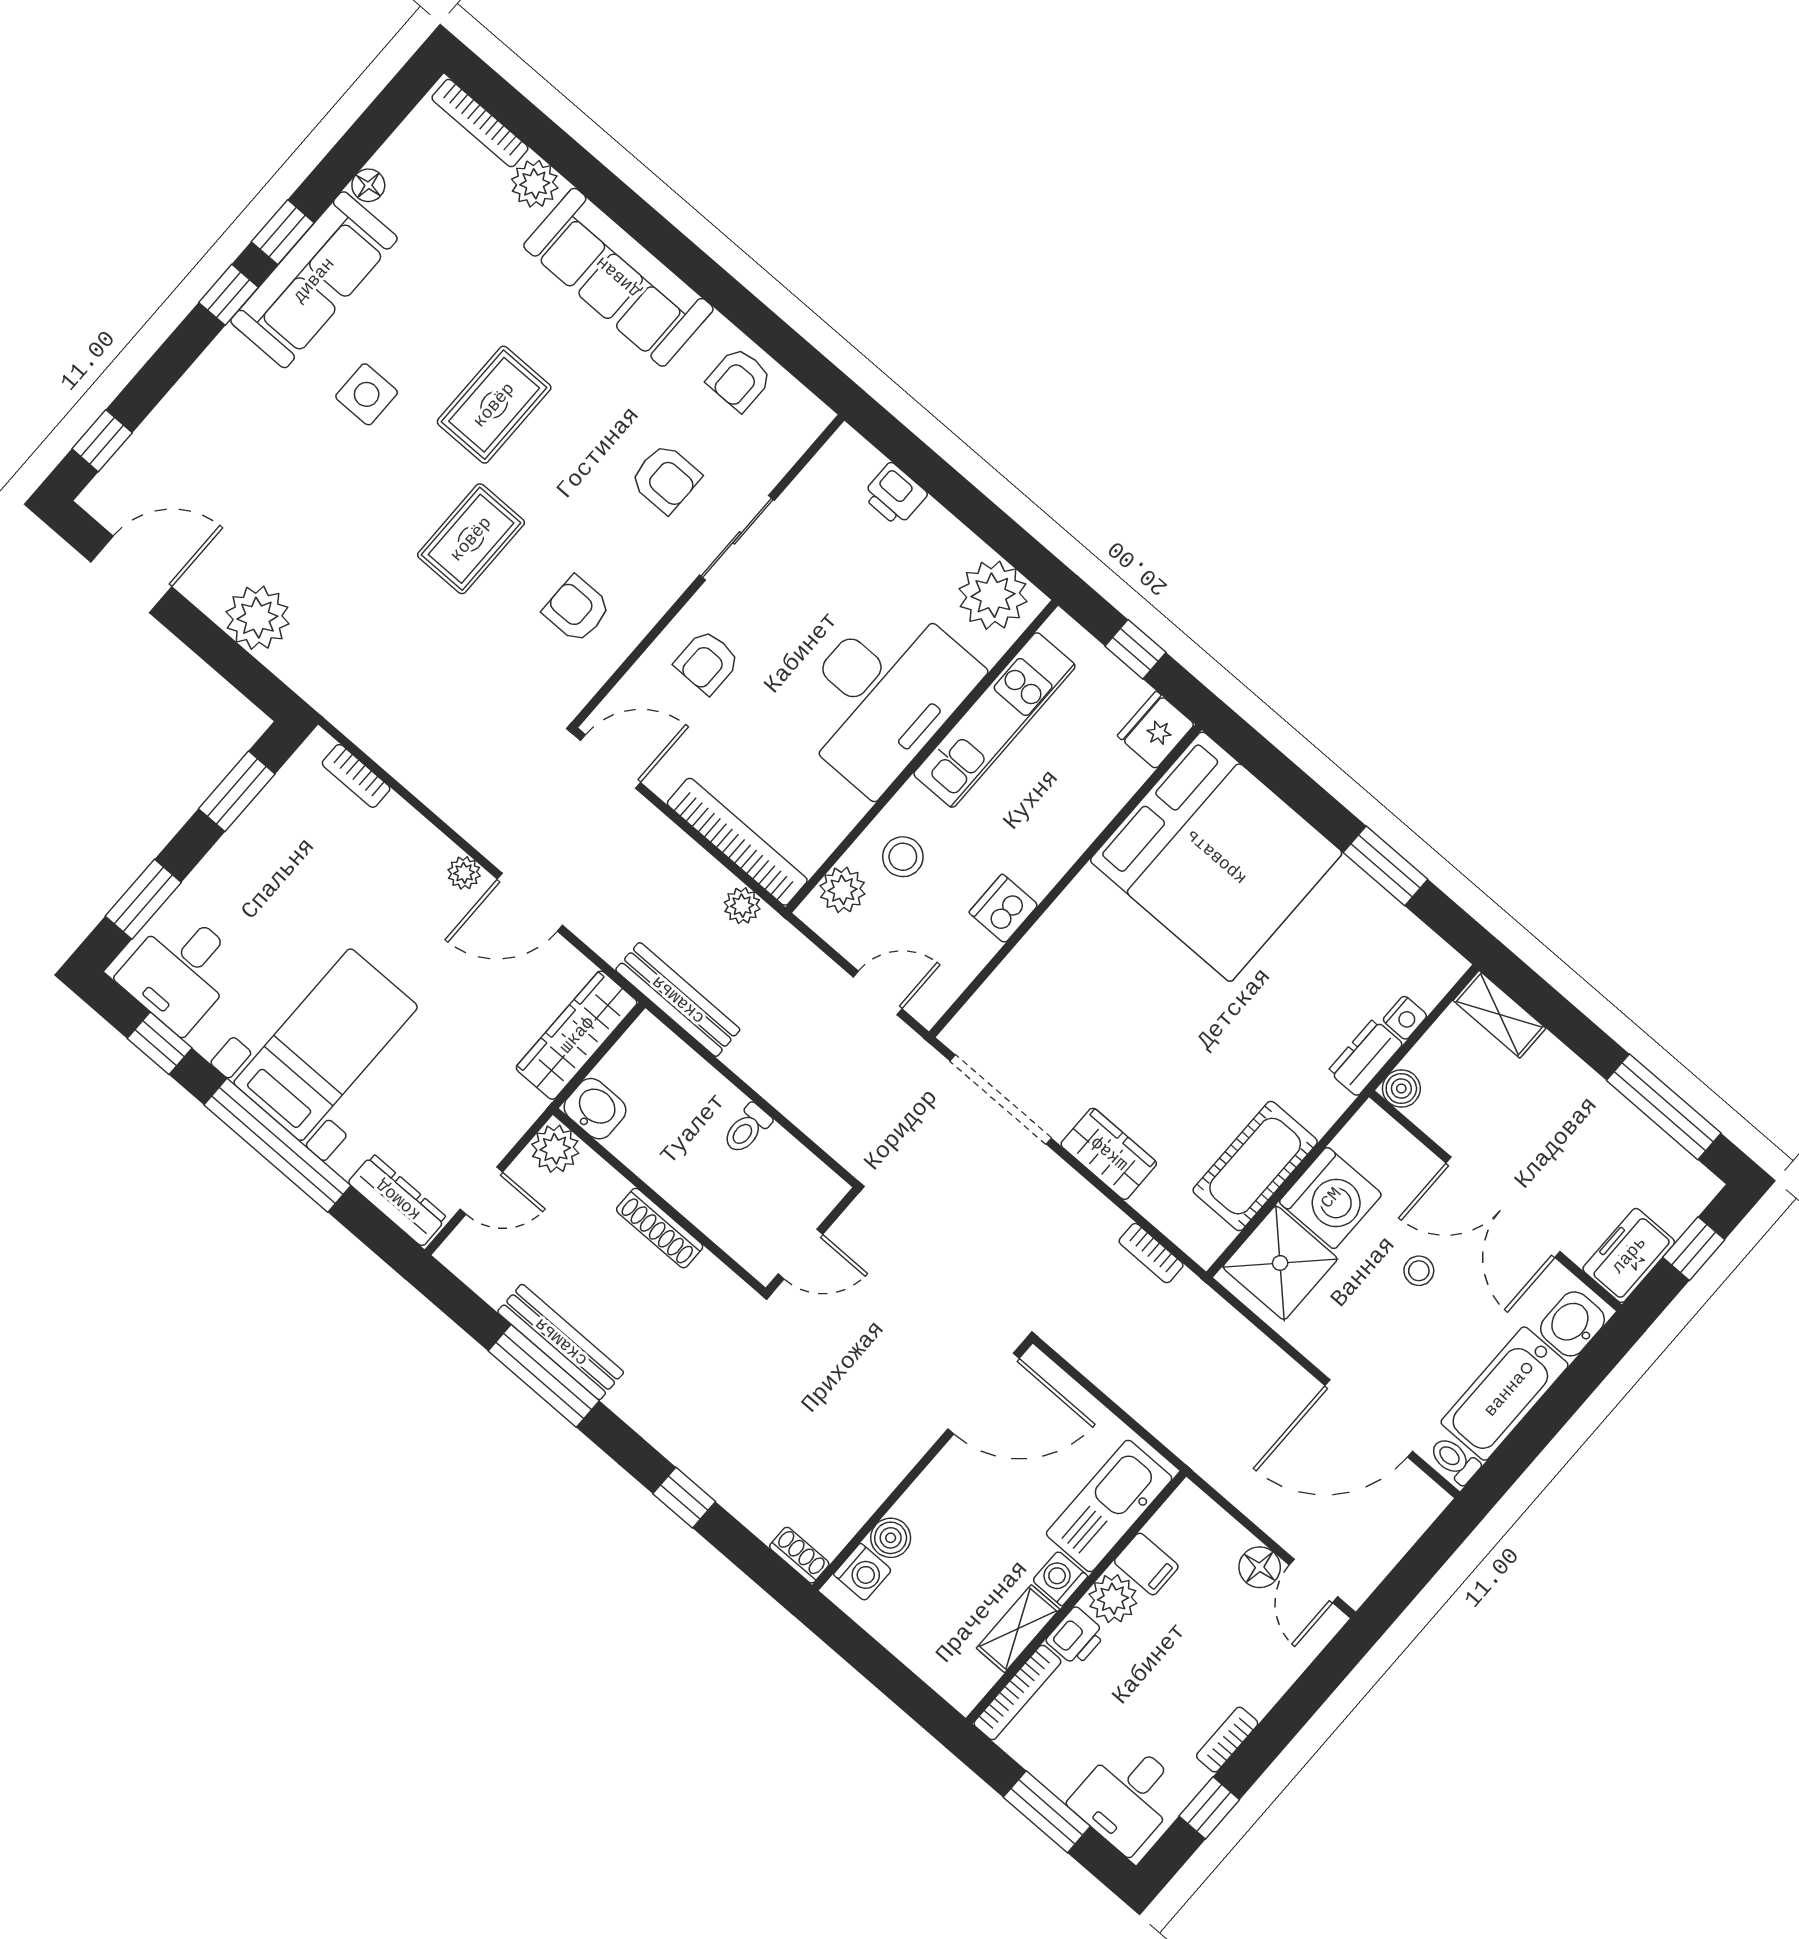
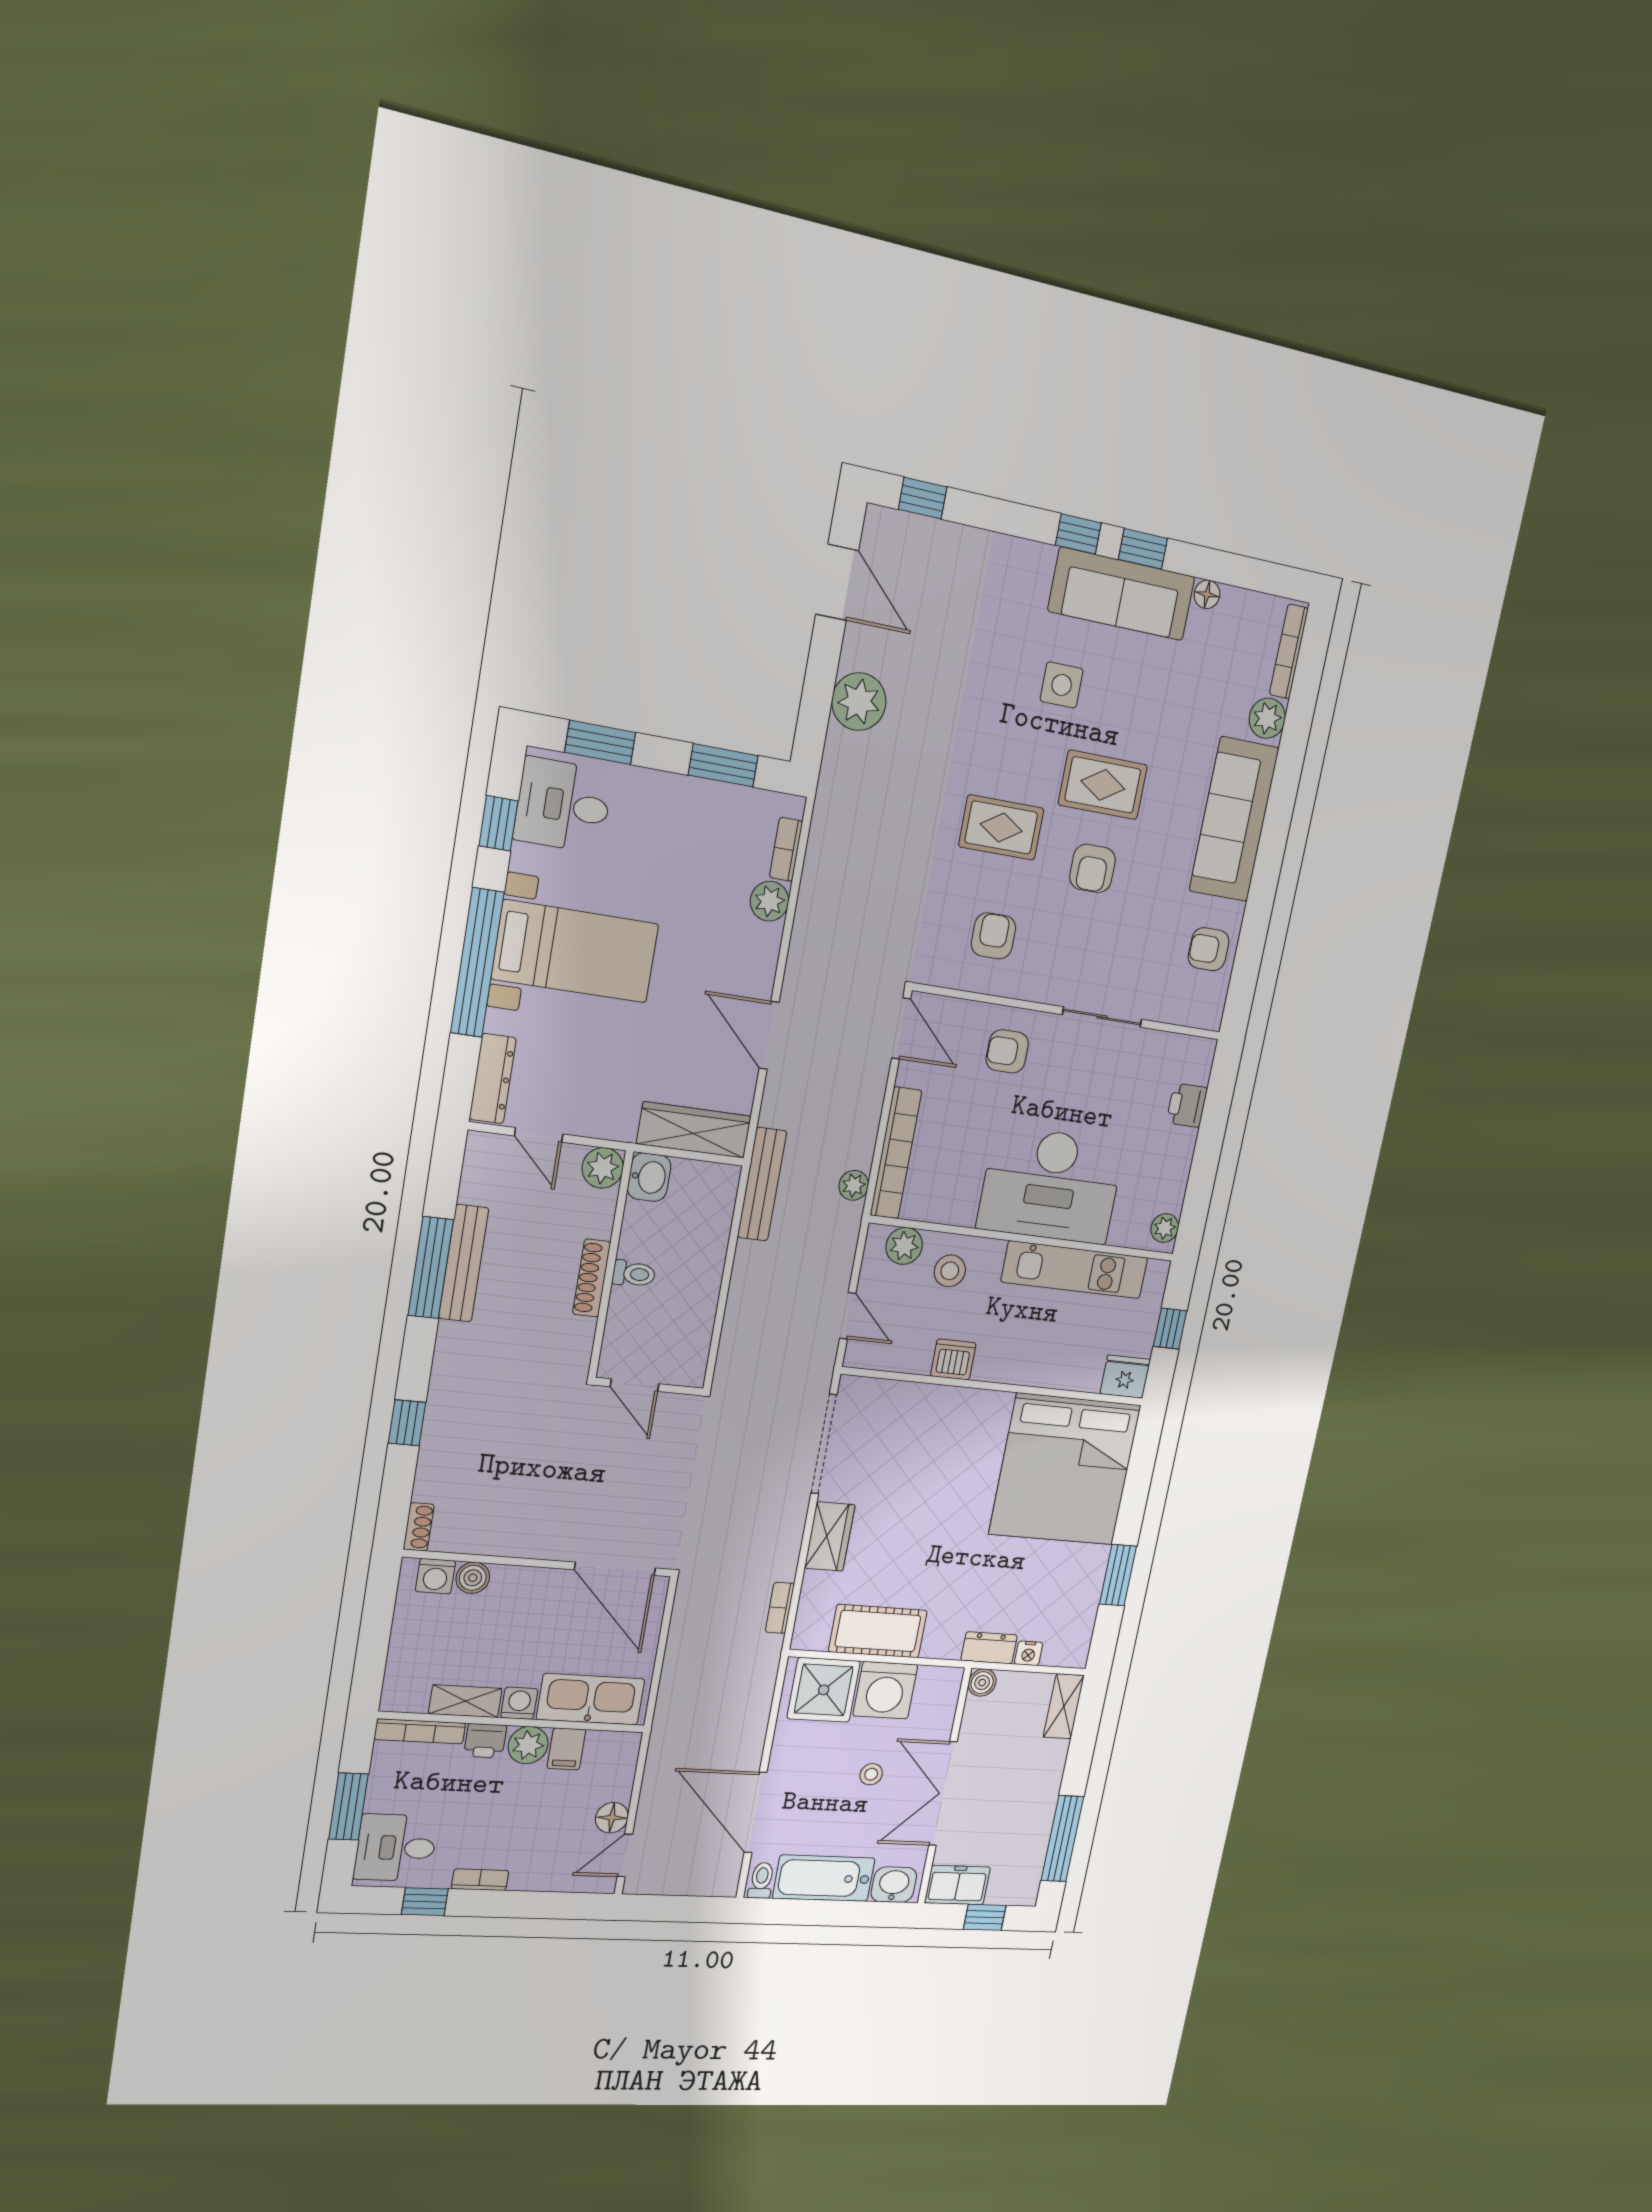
armchair: (666, 478) -> (1092, 868), moved
plant: (993, 595) -> (1165, 1228), width x0.53, depth x0.53
plant: (464, 873) -> (770, 901), moved, width x1.38, depth x1.38
toilet: (747, 1129) -> (634, 1274), moved, turned 180

